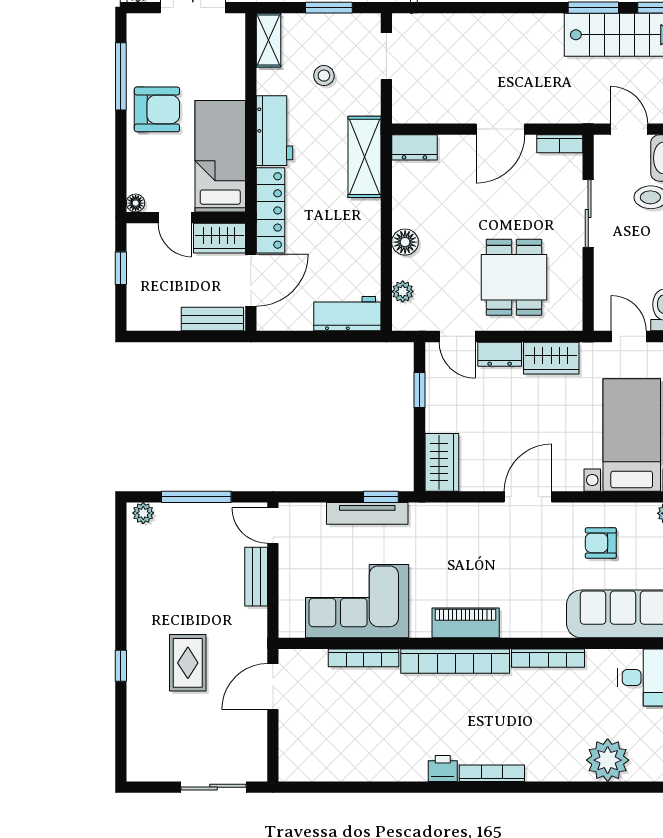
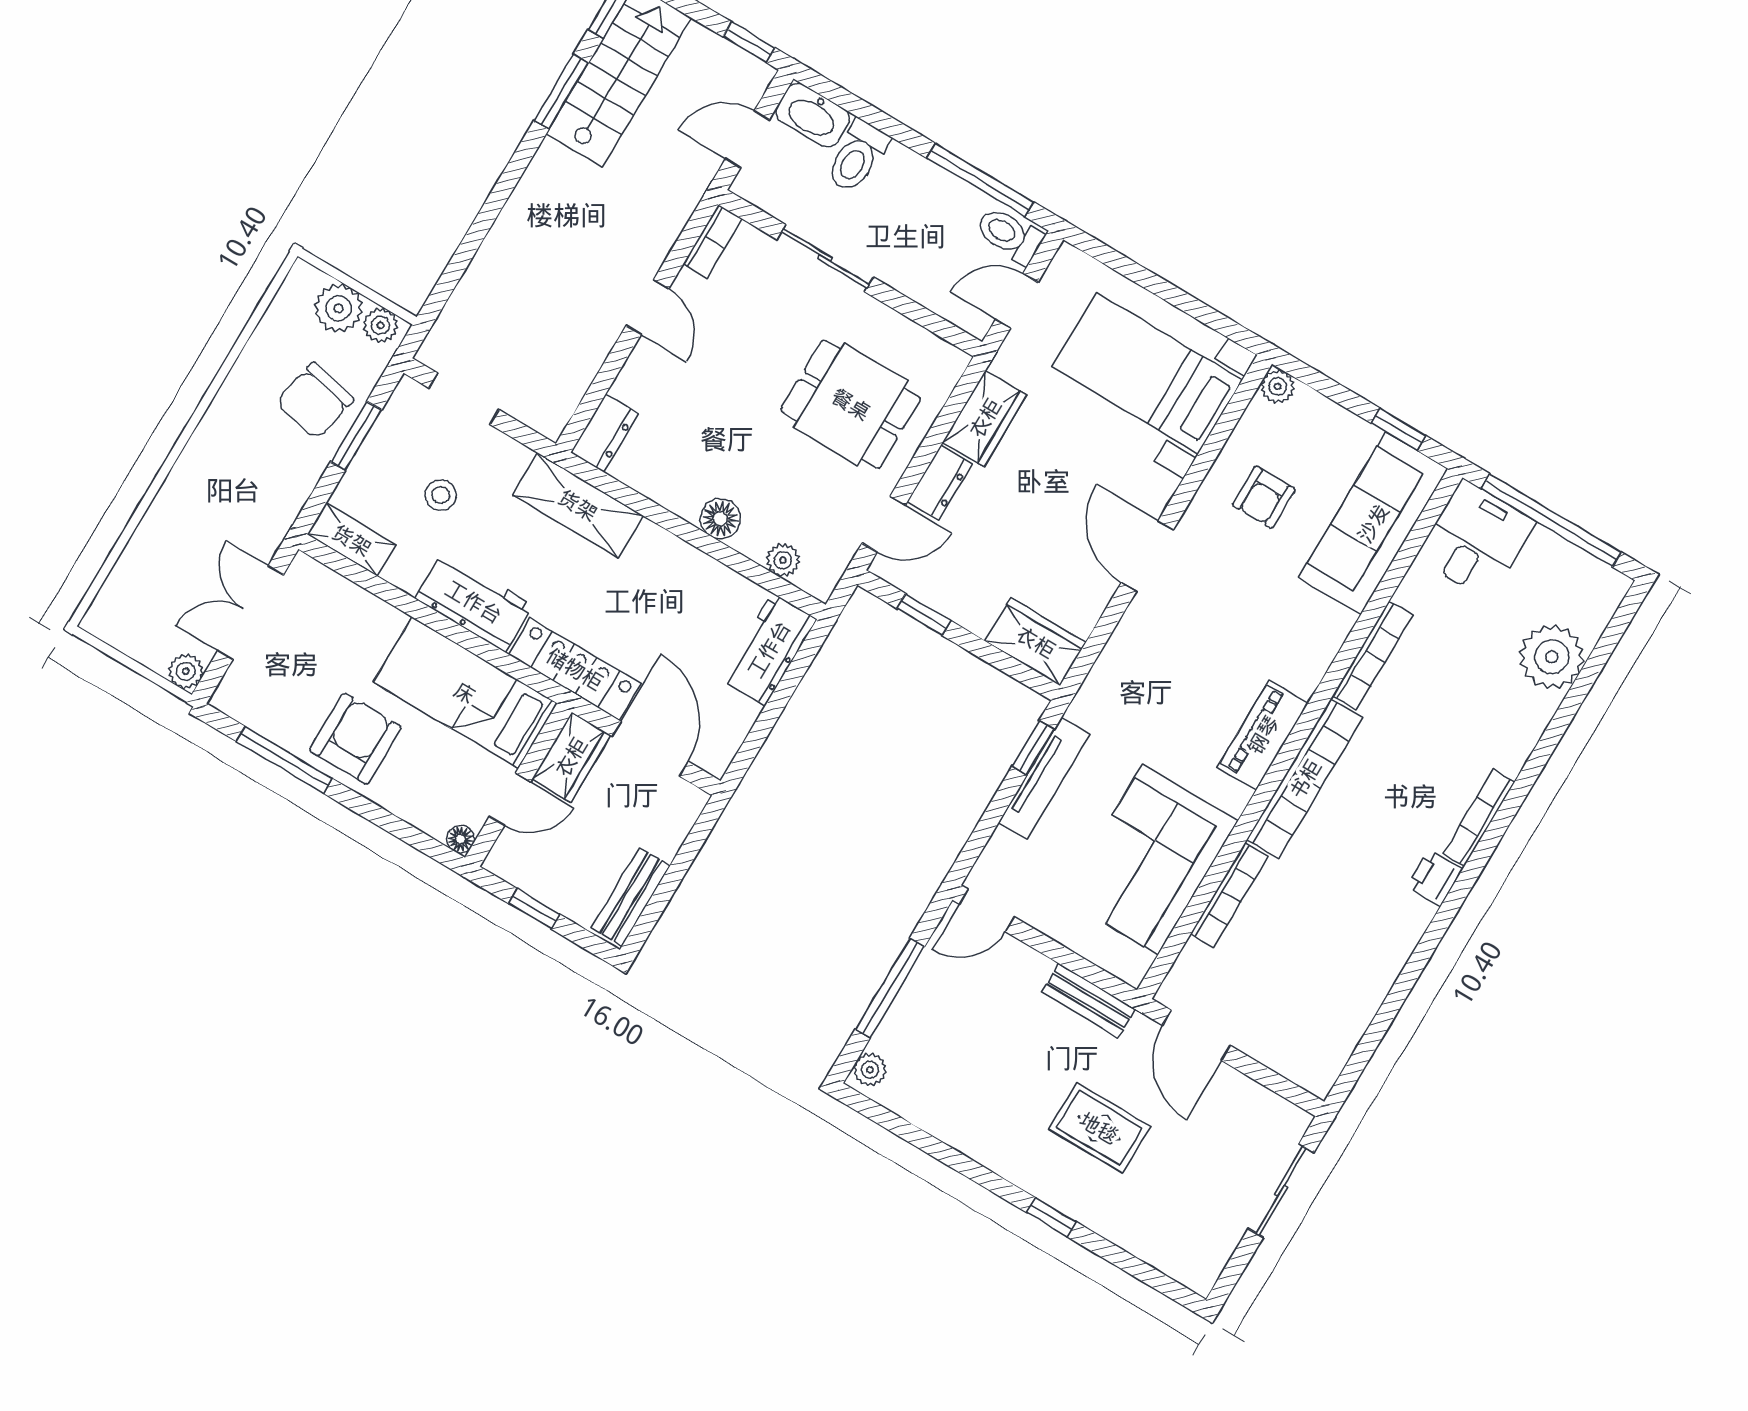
door: (500, 129) -> (647, 307), width x0.73
bench: (212, 319) -> (631, 897), moved
bench: (256, 577) -> (1088, 1001), moved

